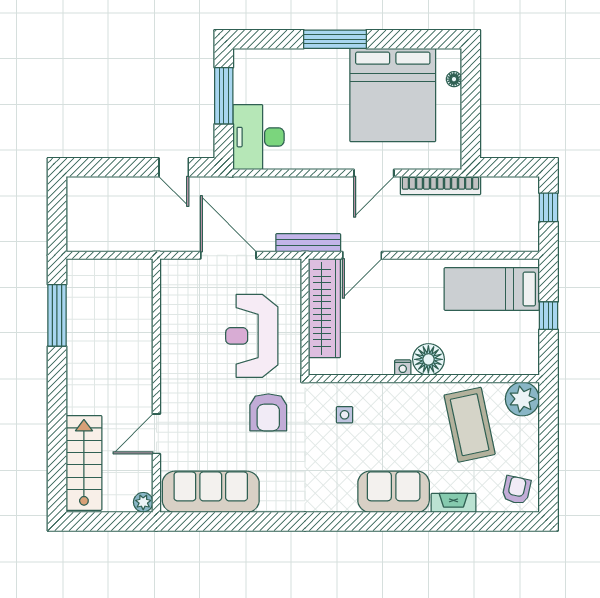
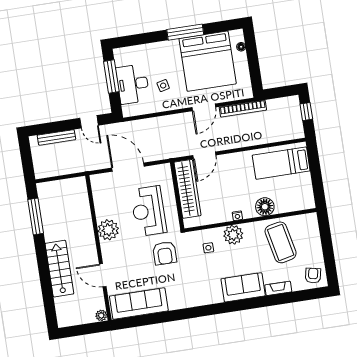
window: (335, 39) -> (185, 32), moved
side table: (310, 125) -> (163, 86), added
desk: (259, 137) -> (133, 84), moved
bench: (308, 243) -> (56, 137), moved
window: (548, 316) -> (316, 173), removed
plant: (178, 357) -> (108, 230), added
floor lamp: (428, 359) -> (265, 207), moved
plant: (522, 399) -> (233, 235), moved
door: (156, 434) -> (103, 275), hinge flipped
stairs: (84, 463) -> (59, 269), moved

